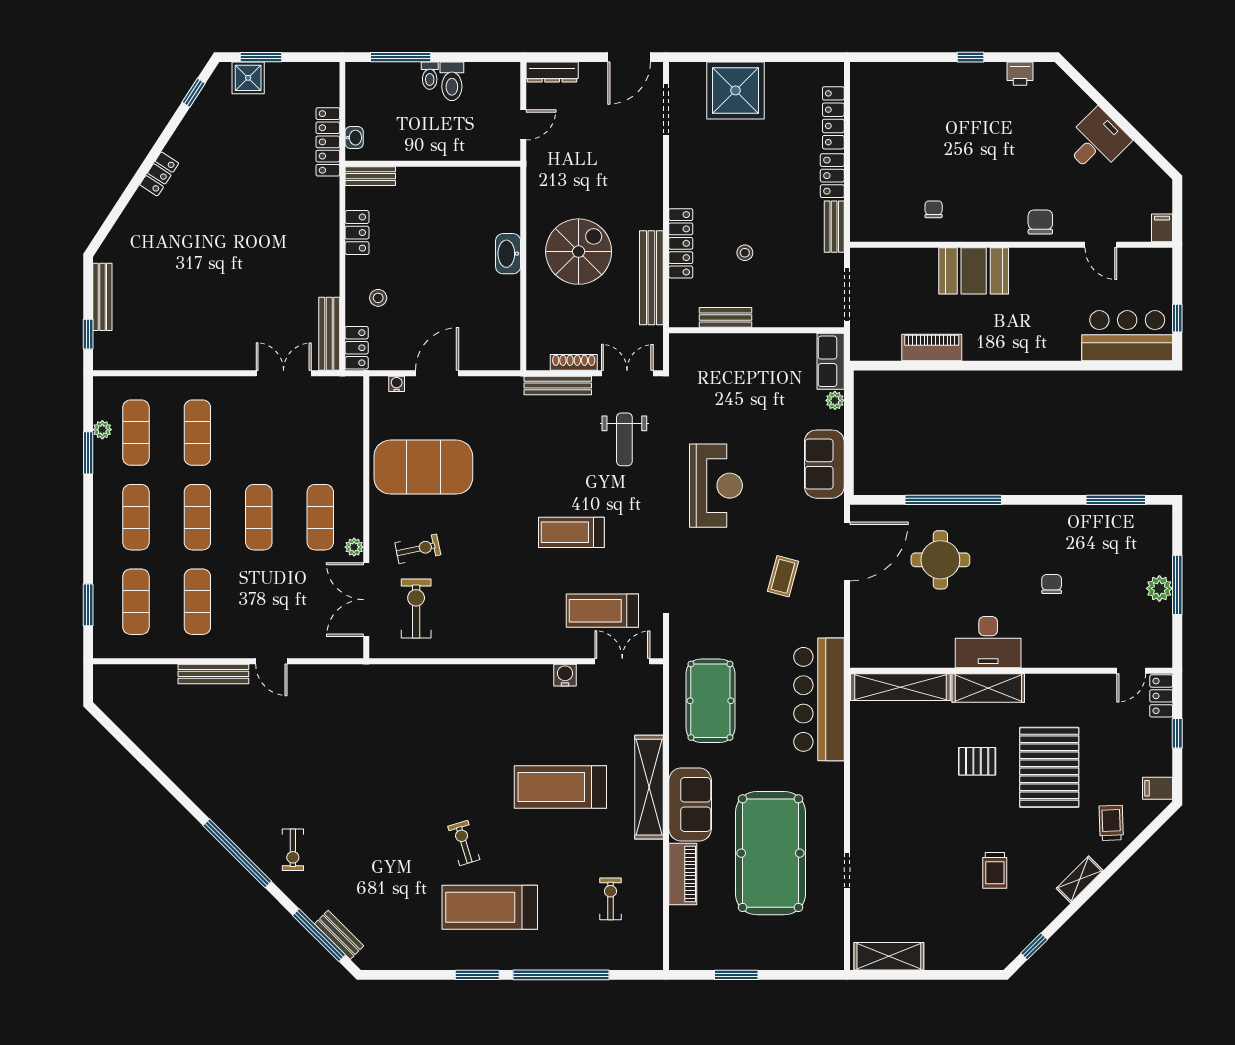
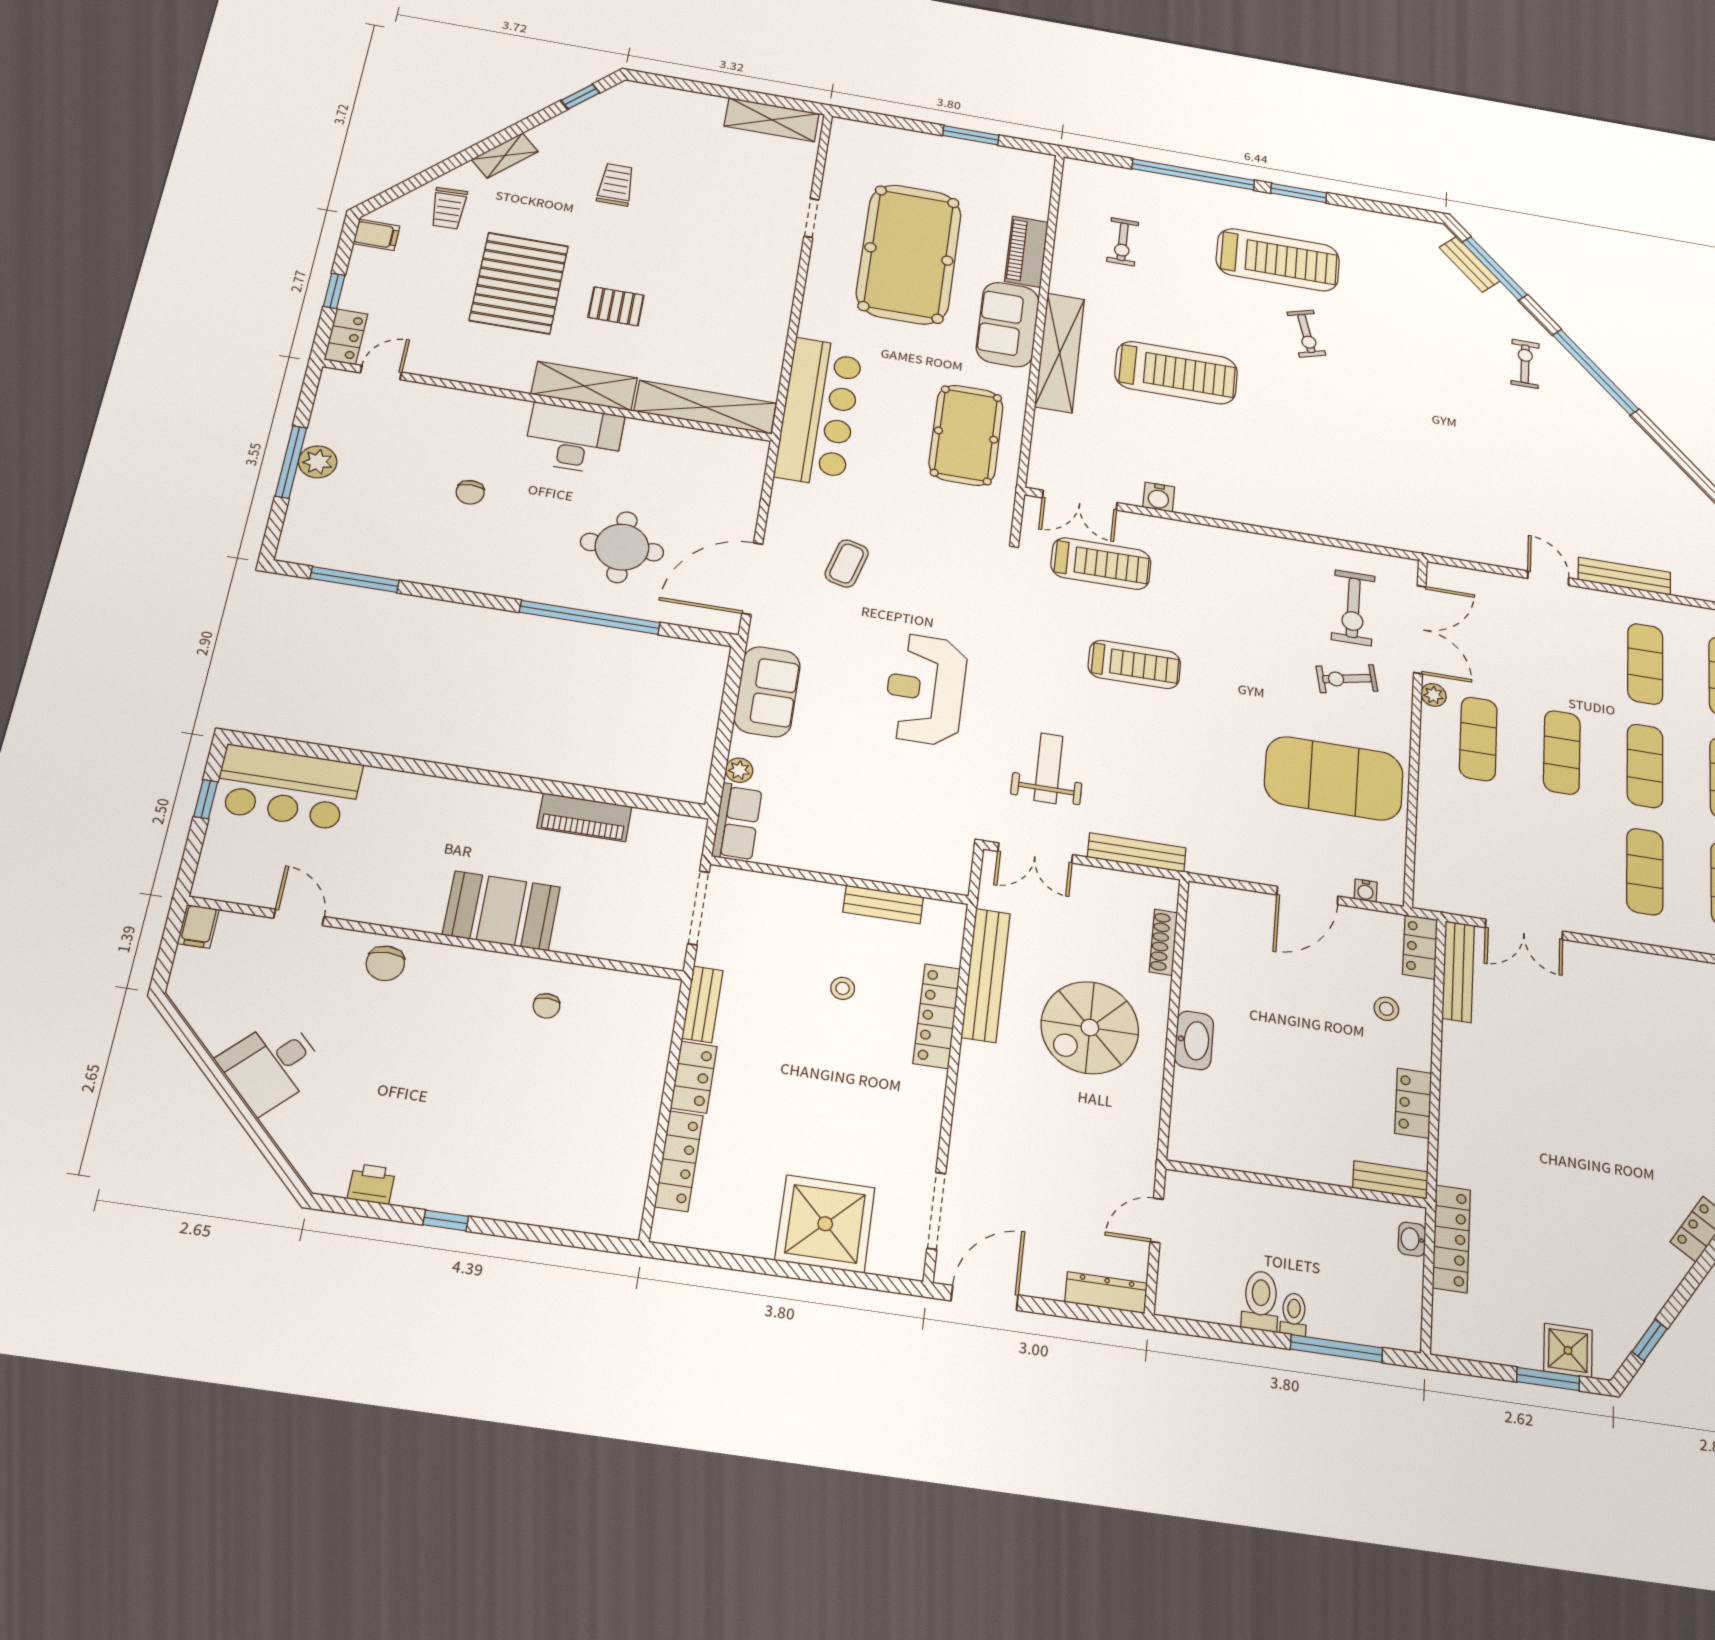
shoe rack: (574, 362) -> (1163, 942), moved, turned 90

